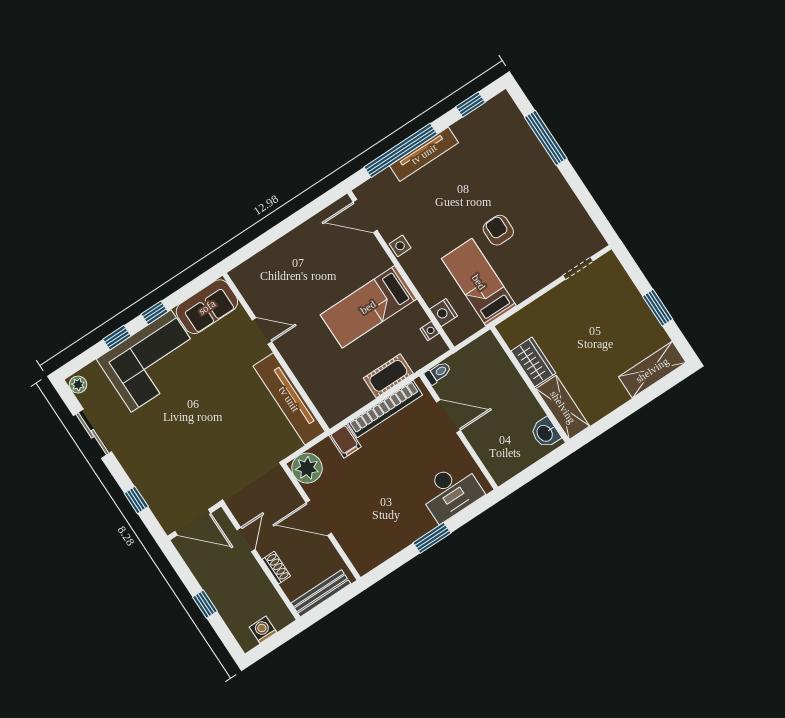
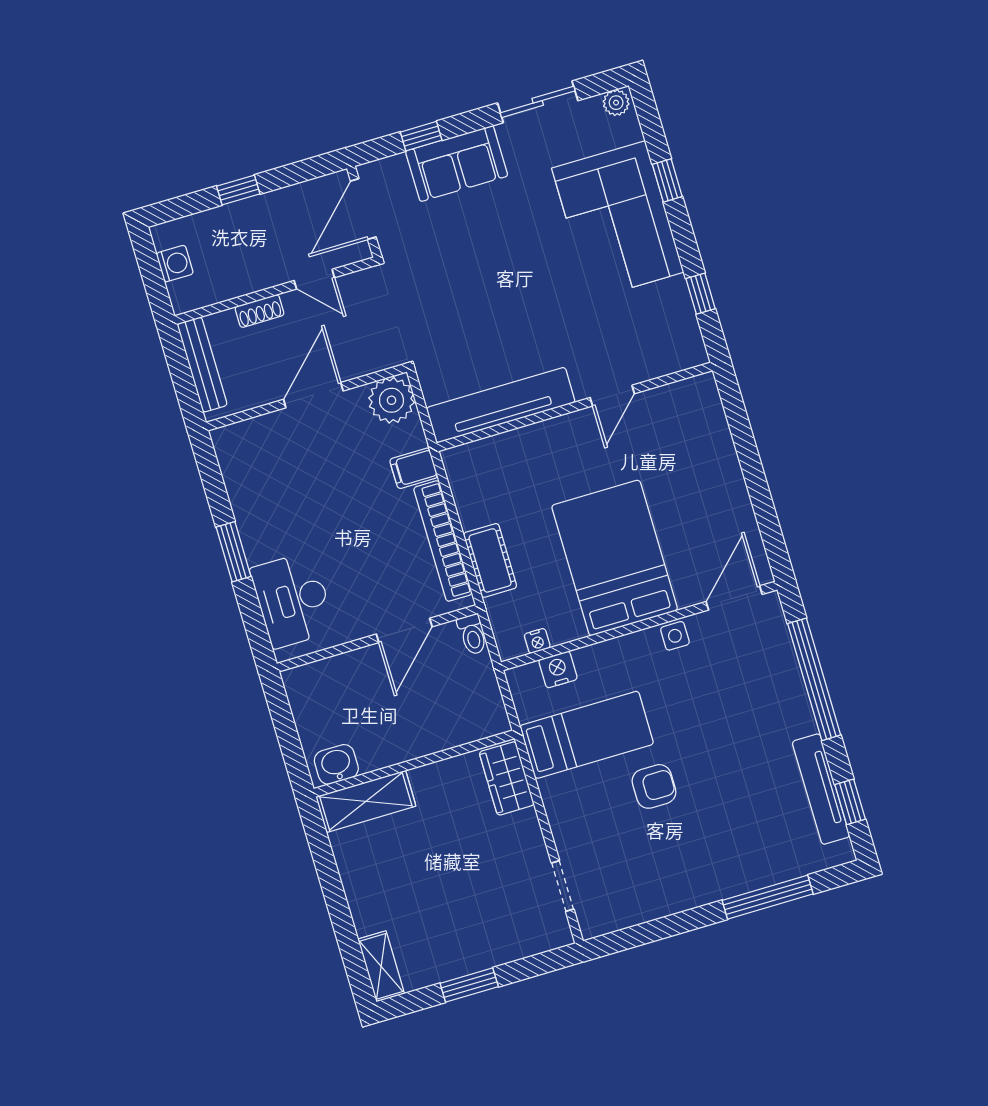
tv unit: (424, 154) -> (821, 789), moved
sofa: (207, 307) -> (457, 164), moved, turned -90
bed: (368, 307) -> (615, 558), width x1.50
window: (155, 313) -> (701, 294), moved
wardrobe: (533, 362) -> (507, 778), moved, turned 90
shelving: (652, 370) -> (381, 966), width x0.67, depth x0.75

